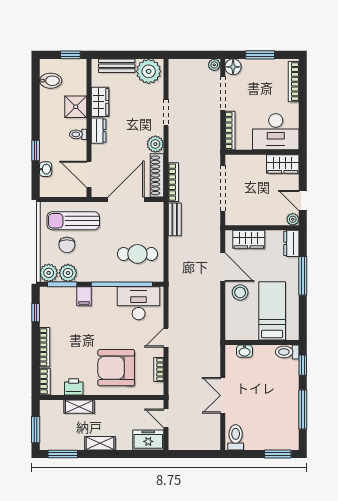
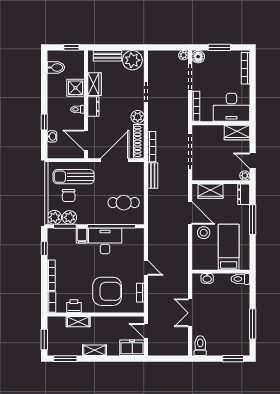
desk: (139, 303) -> (105, 241), moved
door: (166, 338) -> (146, 268), swing flipped
window: (303, 365) -> (253, 289), removed
armchair: (116, 368) -> (107, 291), turned 180

